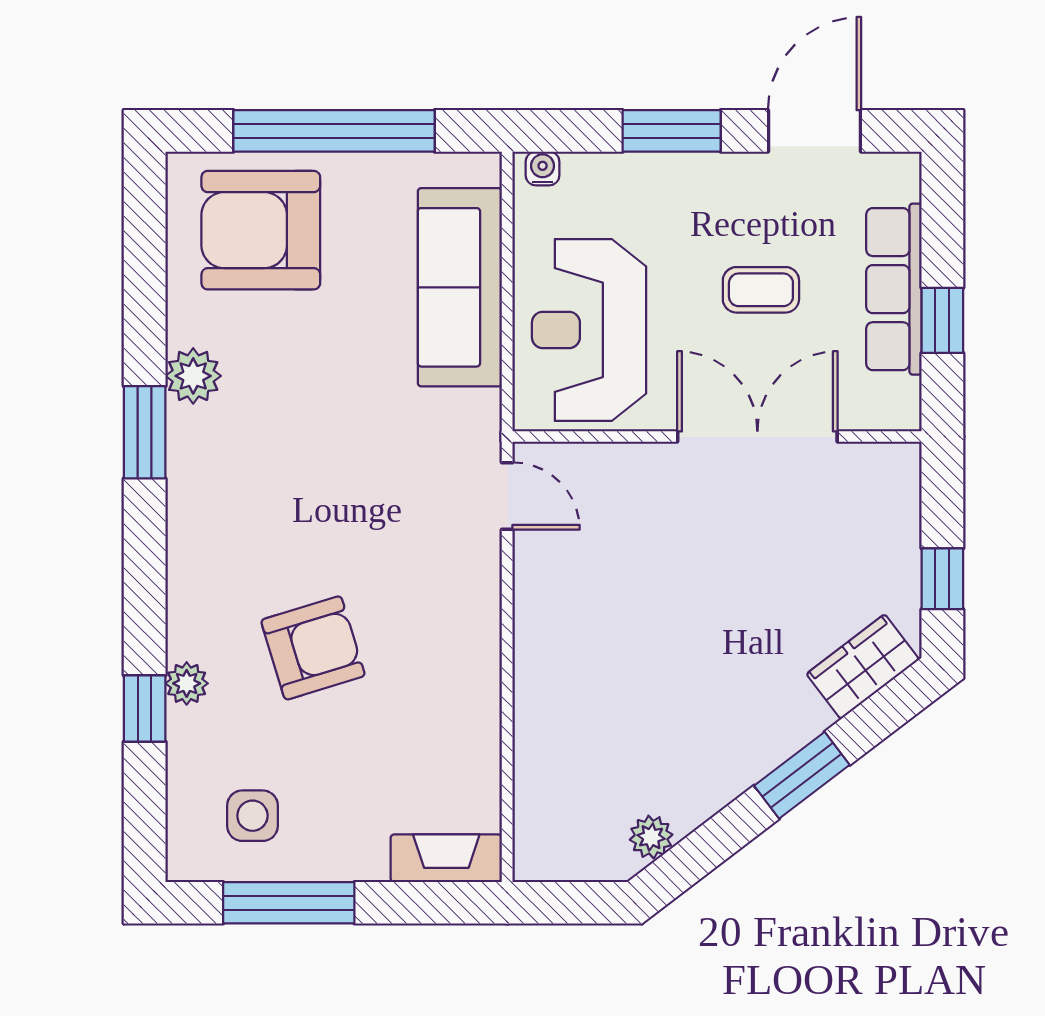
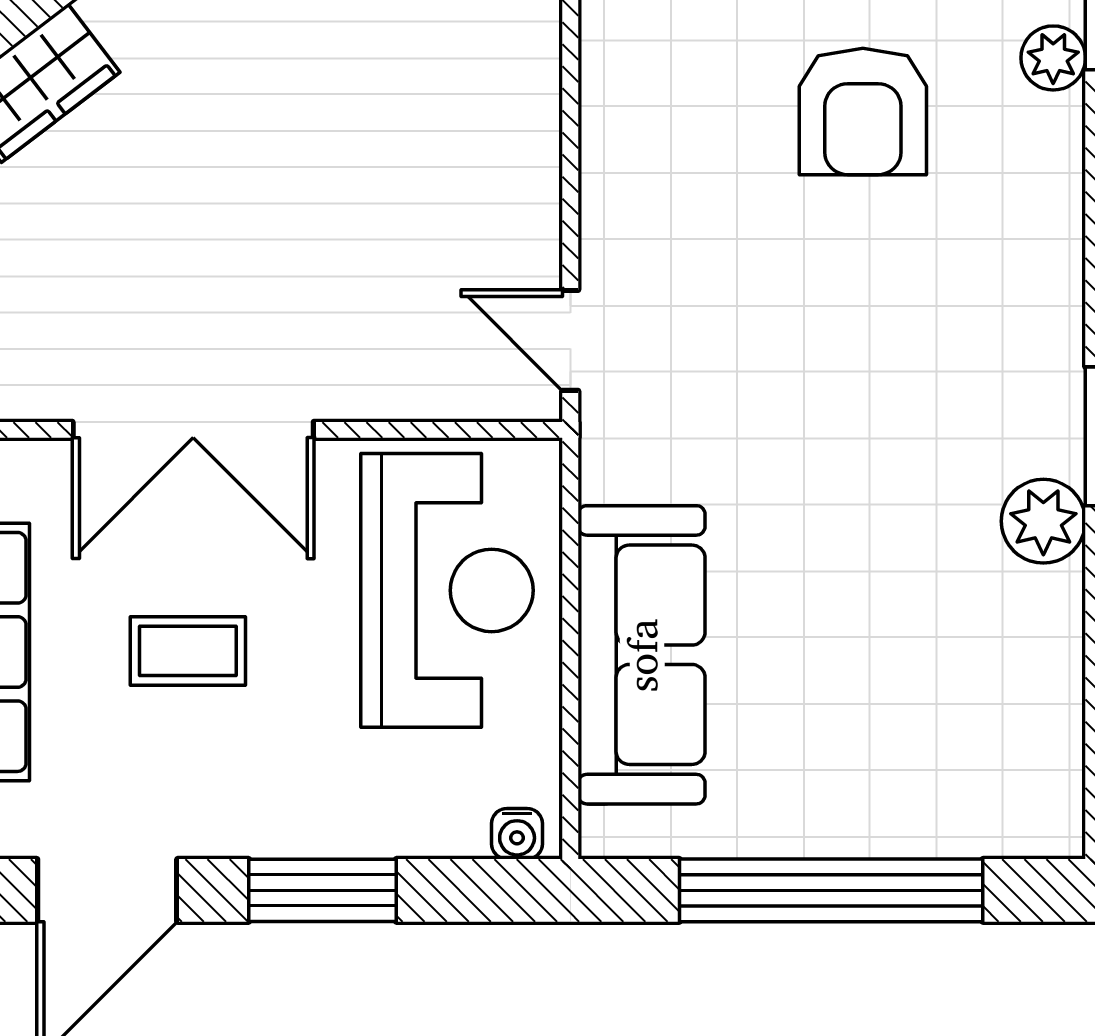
armchair: (261, 230) -> (941, 741), removed
armchair: (313, 648) -> (863, 111), turned -73

